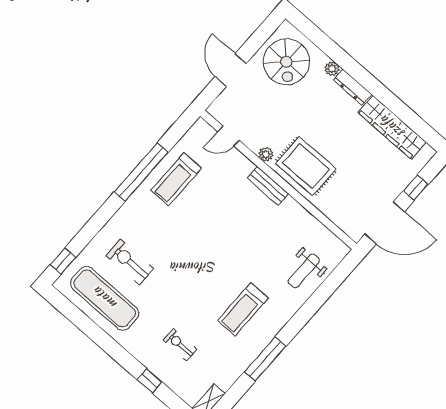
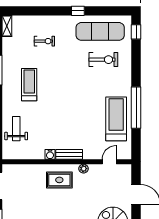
rug: (306, 166) -> (59, 180), width x0.73, depth x0.70
treadmill: (176, 179) -> (116, 119), width x1.37, depth x1.38
water cooler: (291, 206) -> (50, 154), added
window: (149, 381) -> (78, 11), moved

